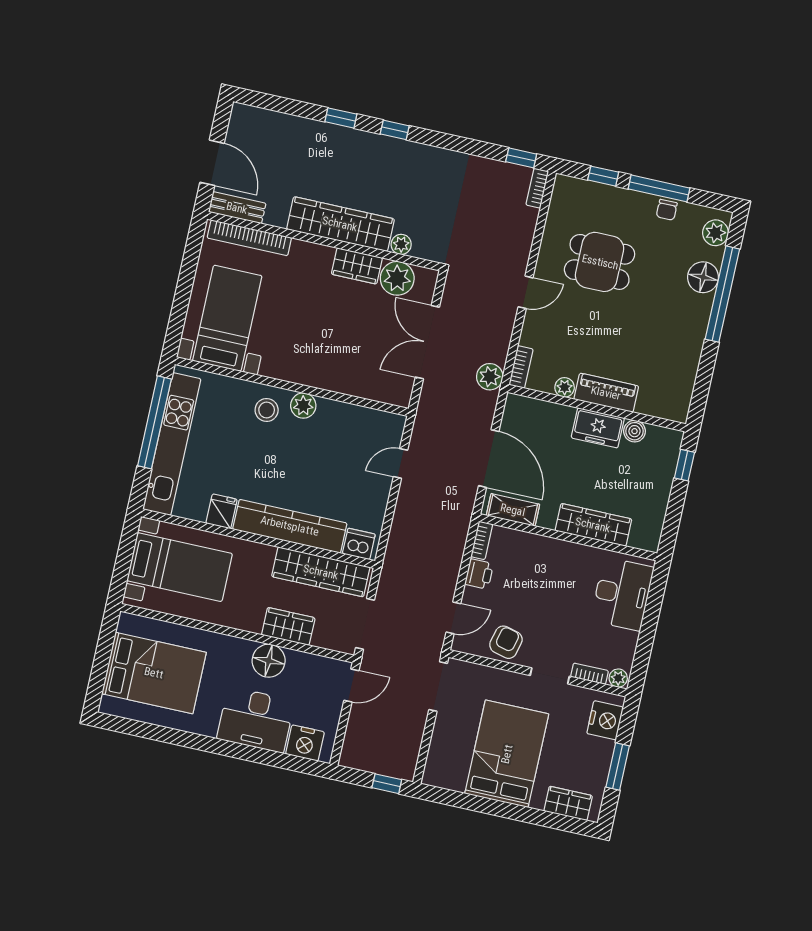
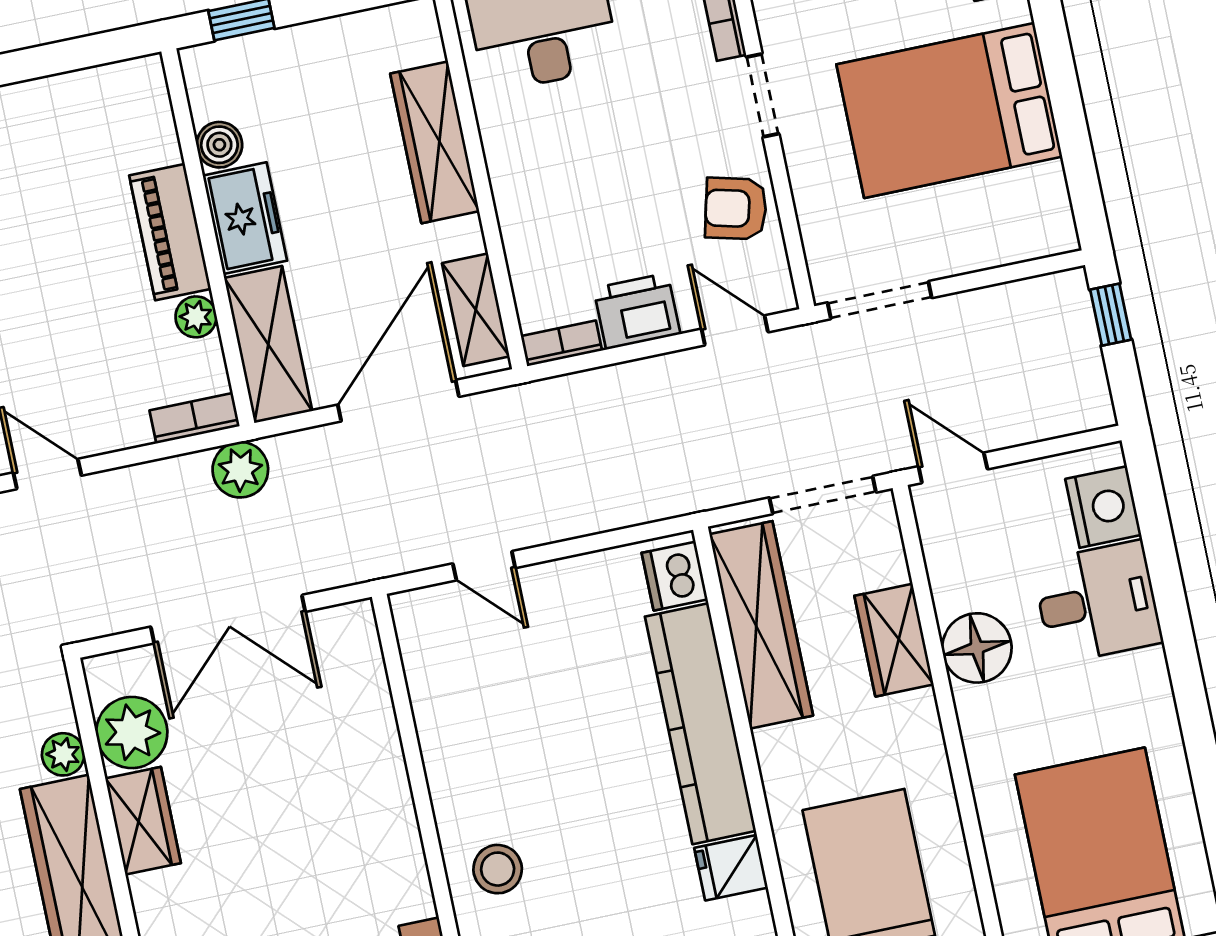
plant: (303, 406) -> (457, 803), removed
shelving: (538, 413) -> (268, 345), added
printer: (479, 574) -> (637, 311), width x1.36, depth x1.24
desk: (256, 720) -> (1097, 602), width x0.73

